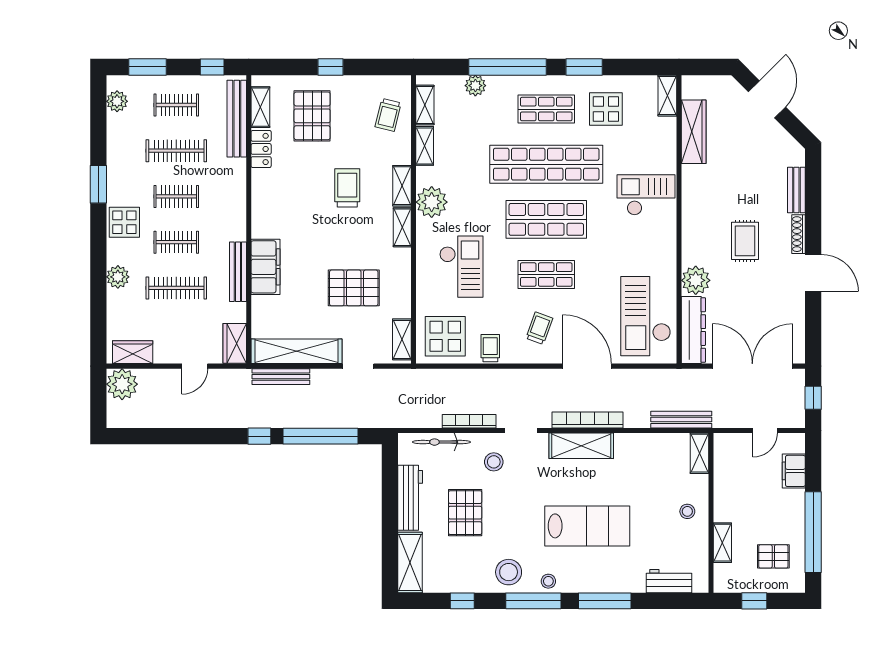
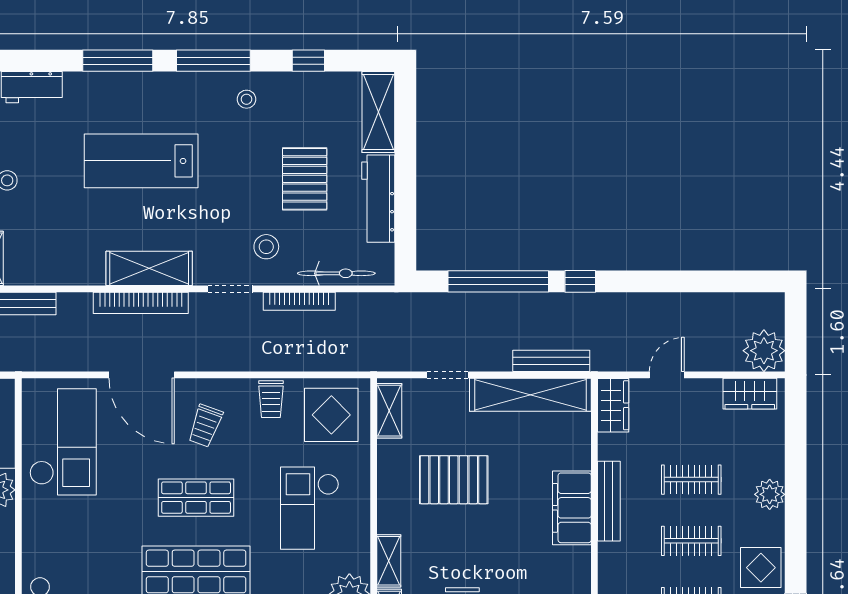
clothes rail: (176, 288) -> (691, 480), width x0.73
stool: (509, 572) -> (246, 99), width x0.53, depth x0.53
stool: (548, 581) -> (193, 87), removed

